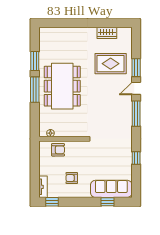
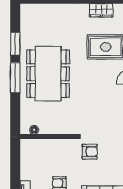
armchair: (58, 150) -> (90, 152), moved

